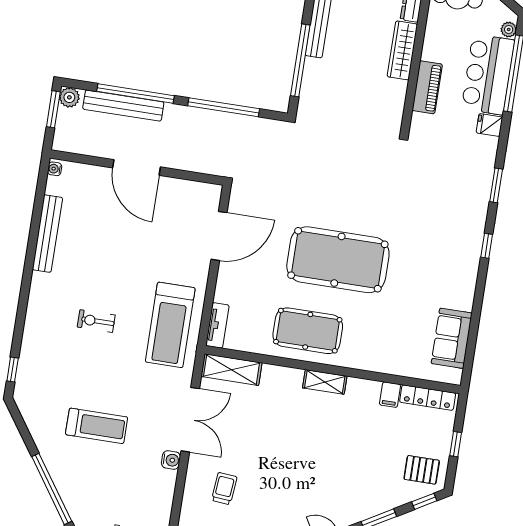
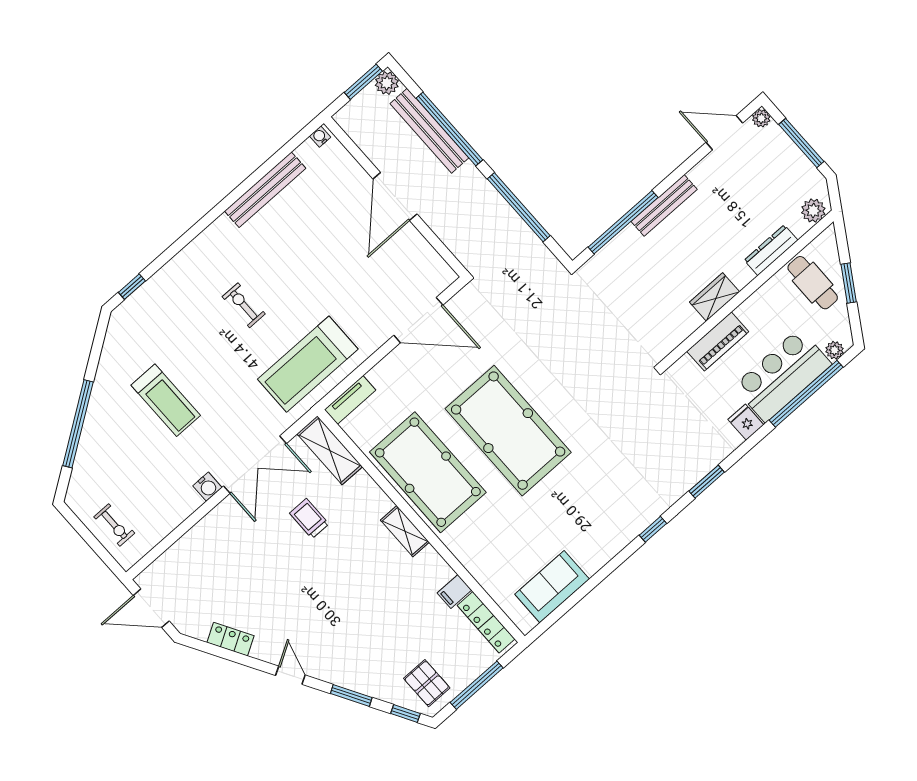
wardrobe: (402, 50) -> (715, 297), width x0.67
pool table: (308, 331) -> (428, 472), width x1.36, depth x1.32
window: (456, 444) -> (477, 685), width x2.17
trolley: (224, 489) -> (309, 519), moved, turned -95

